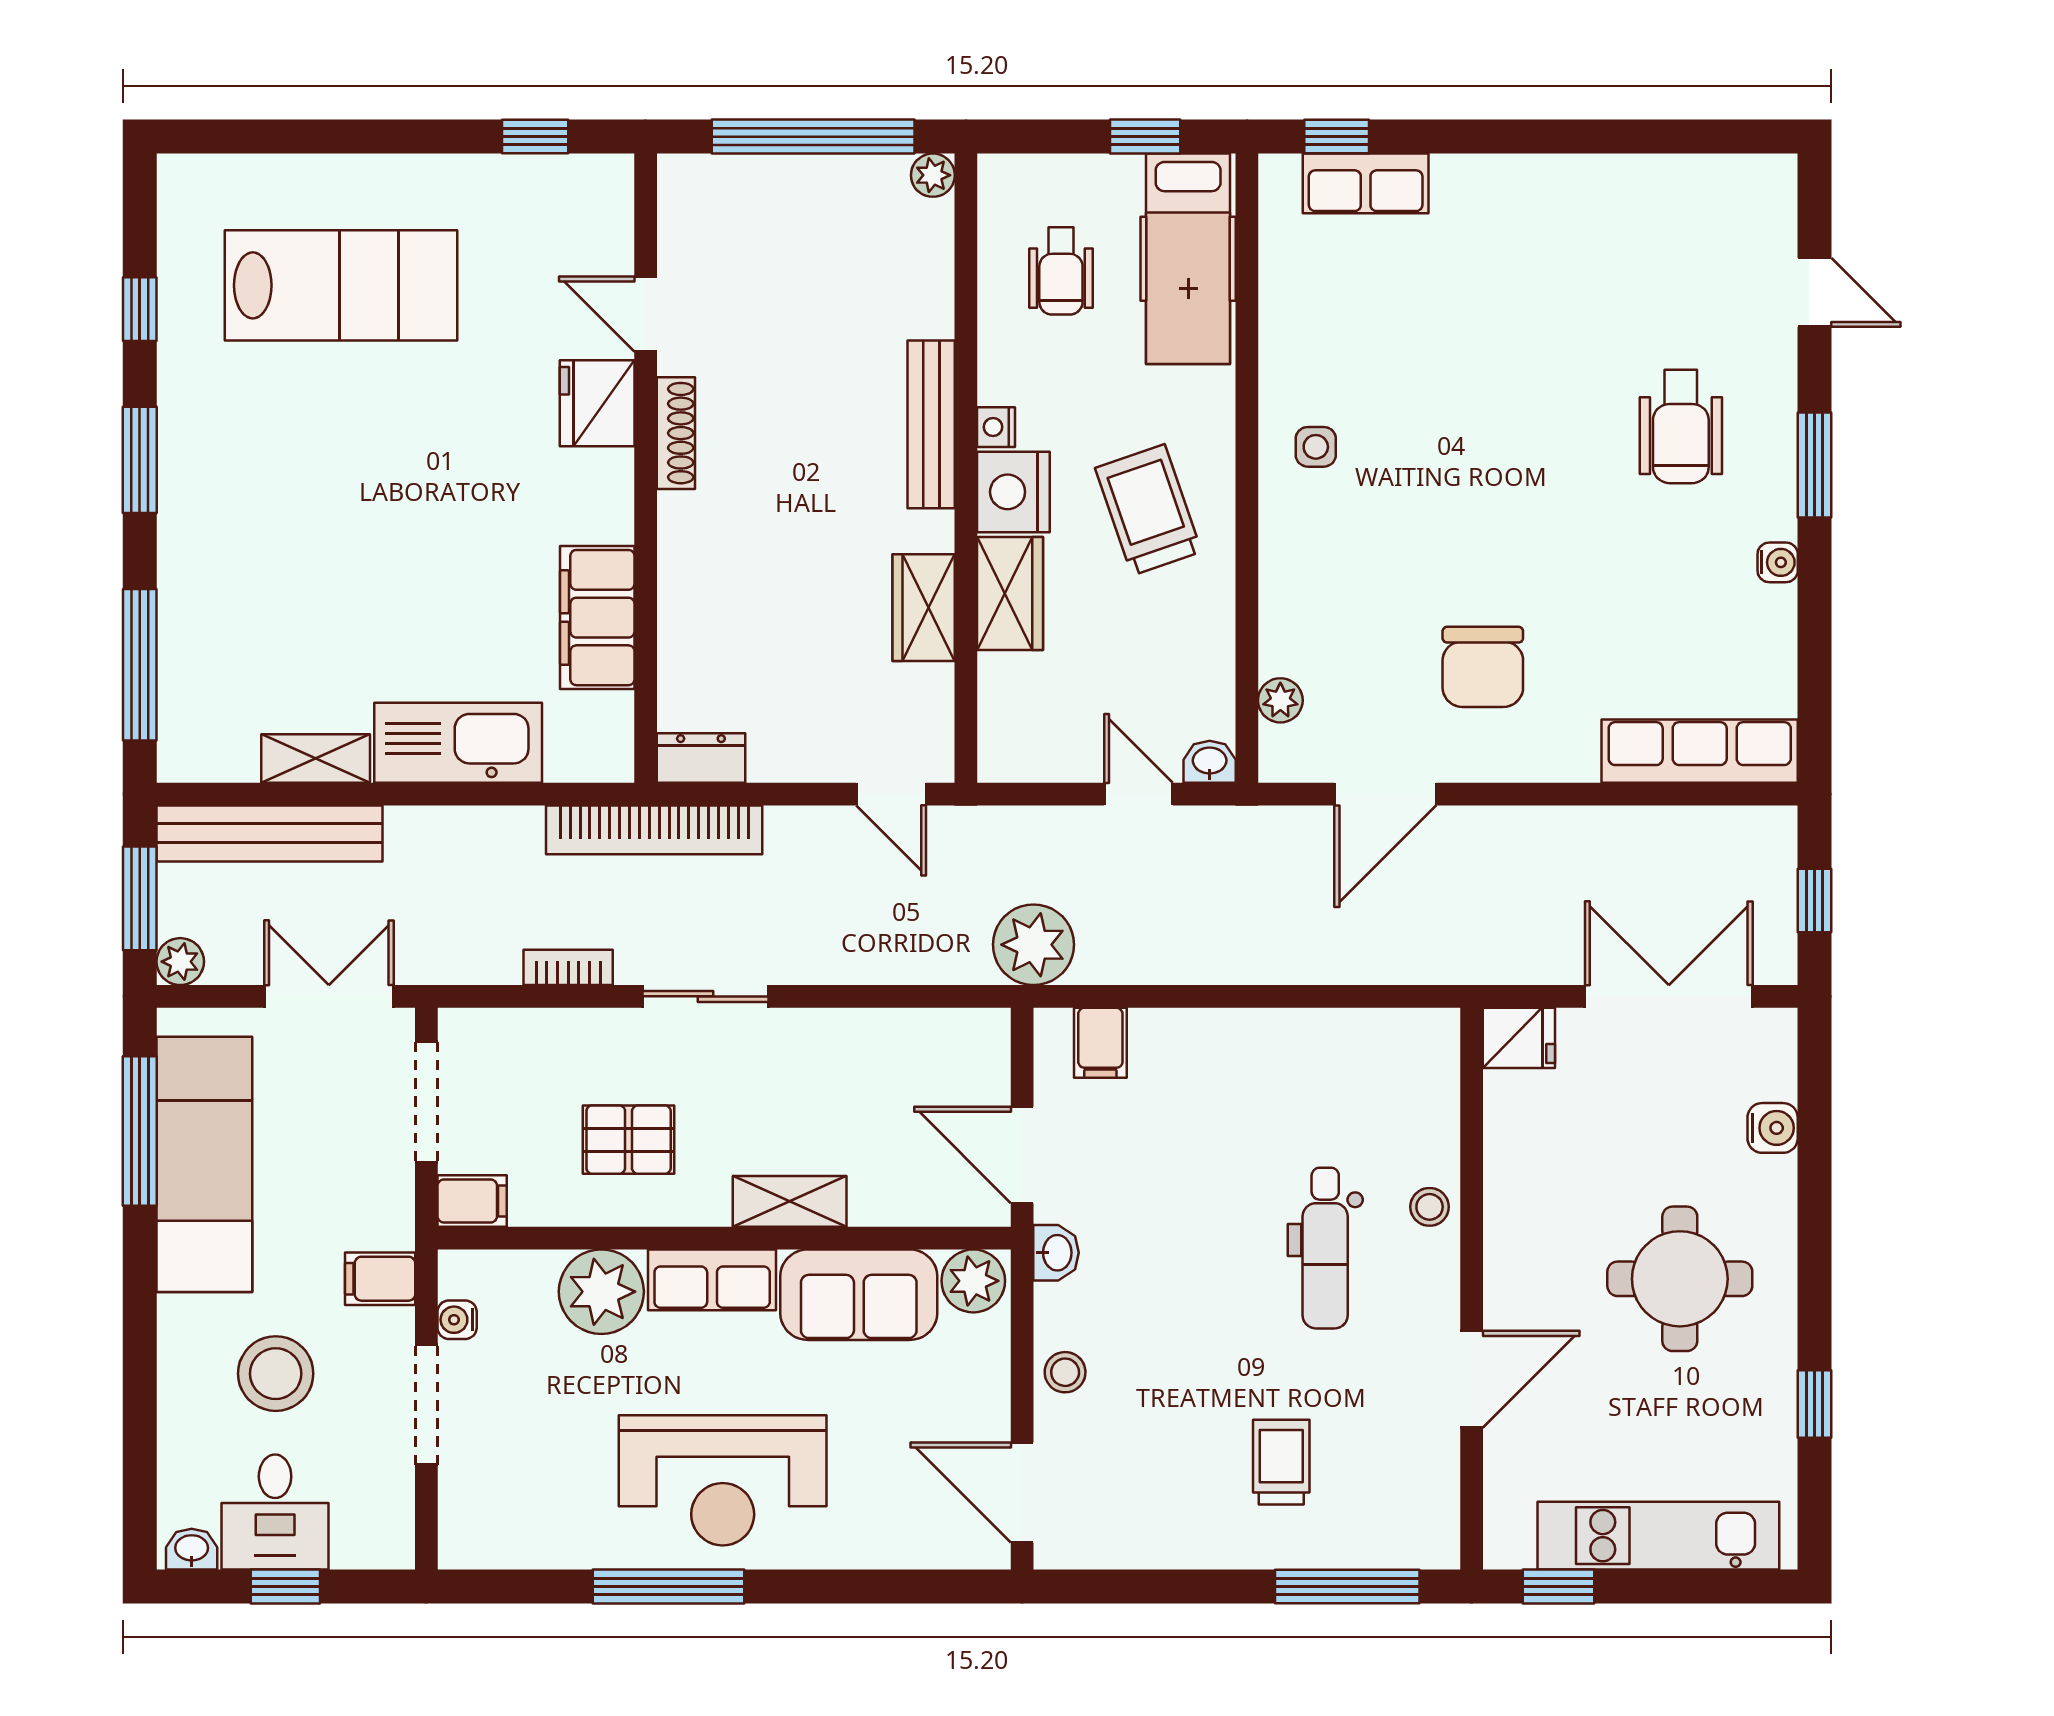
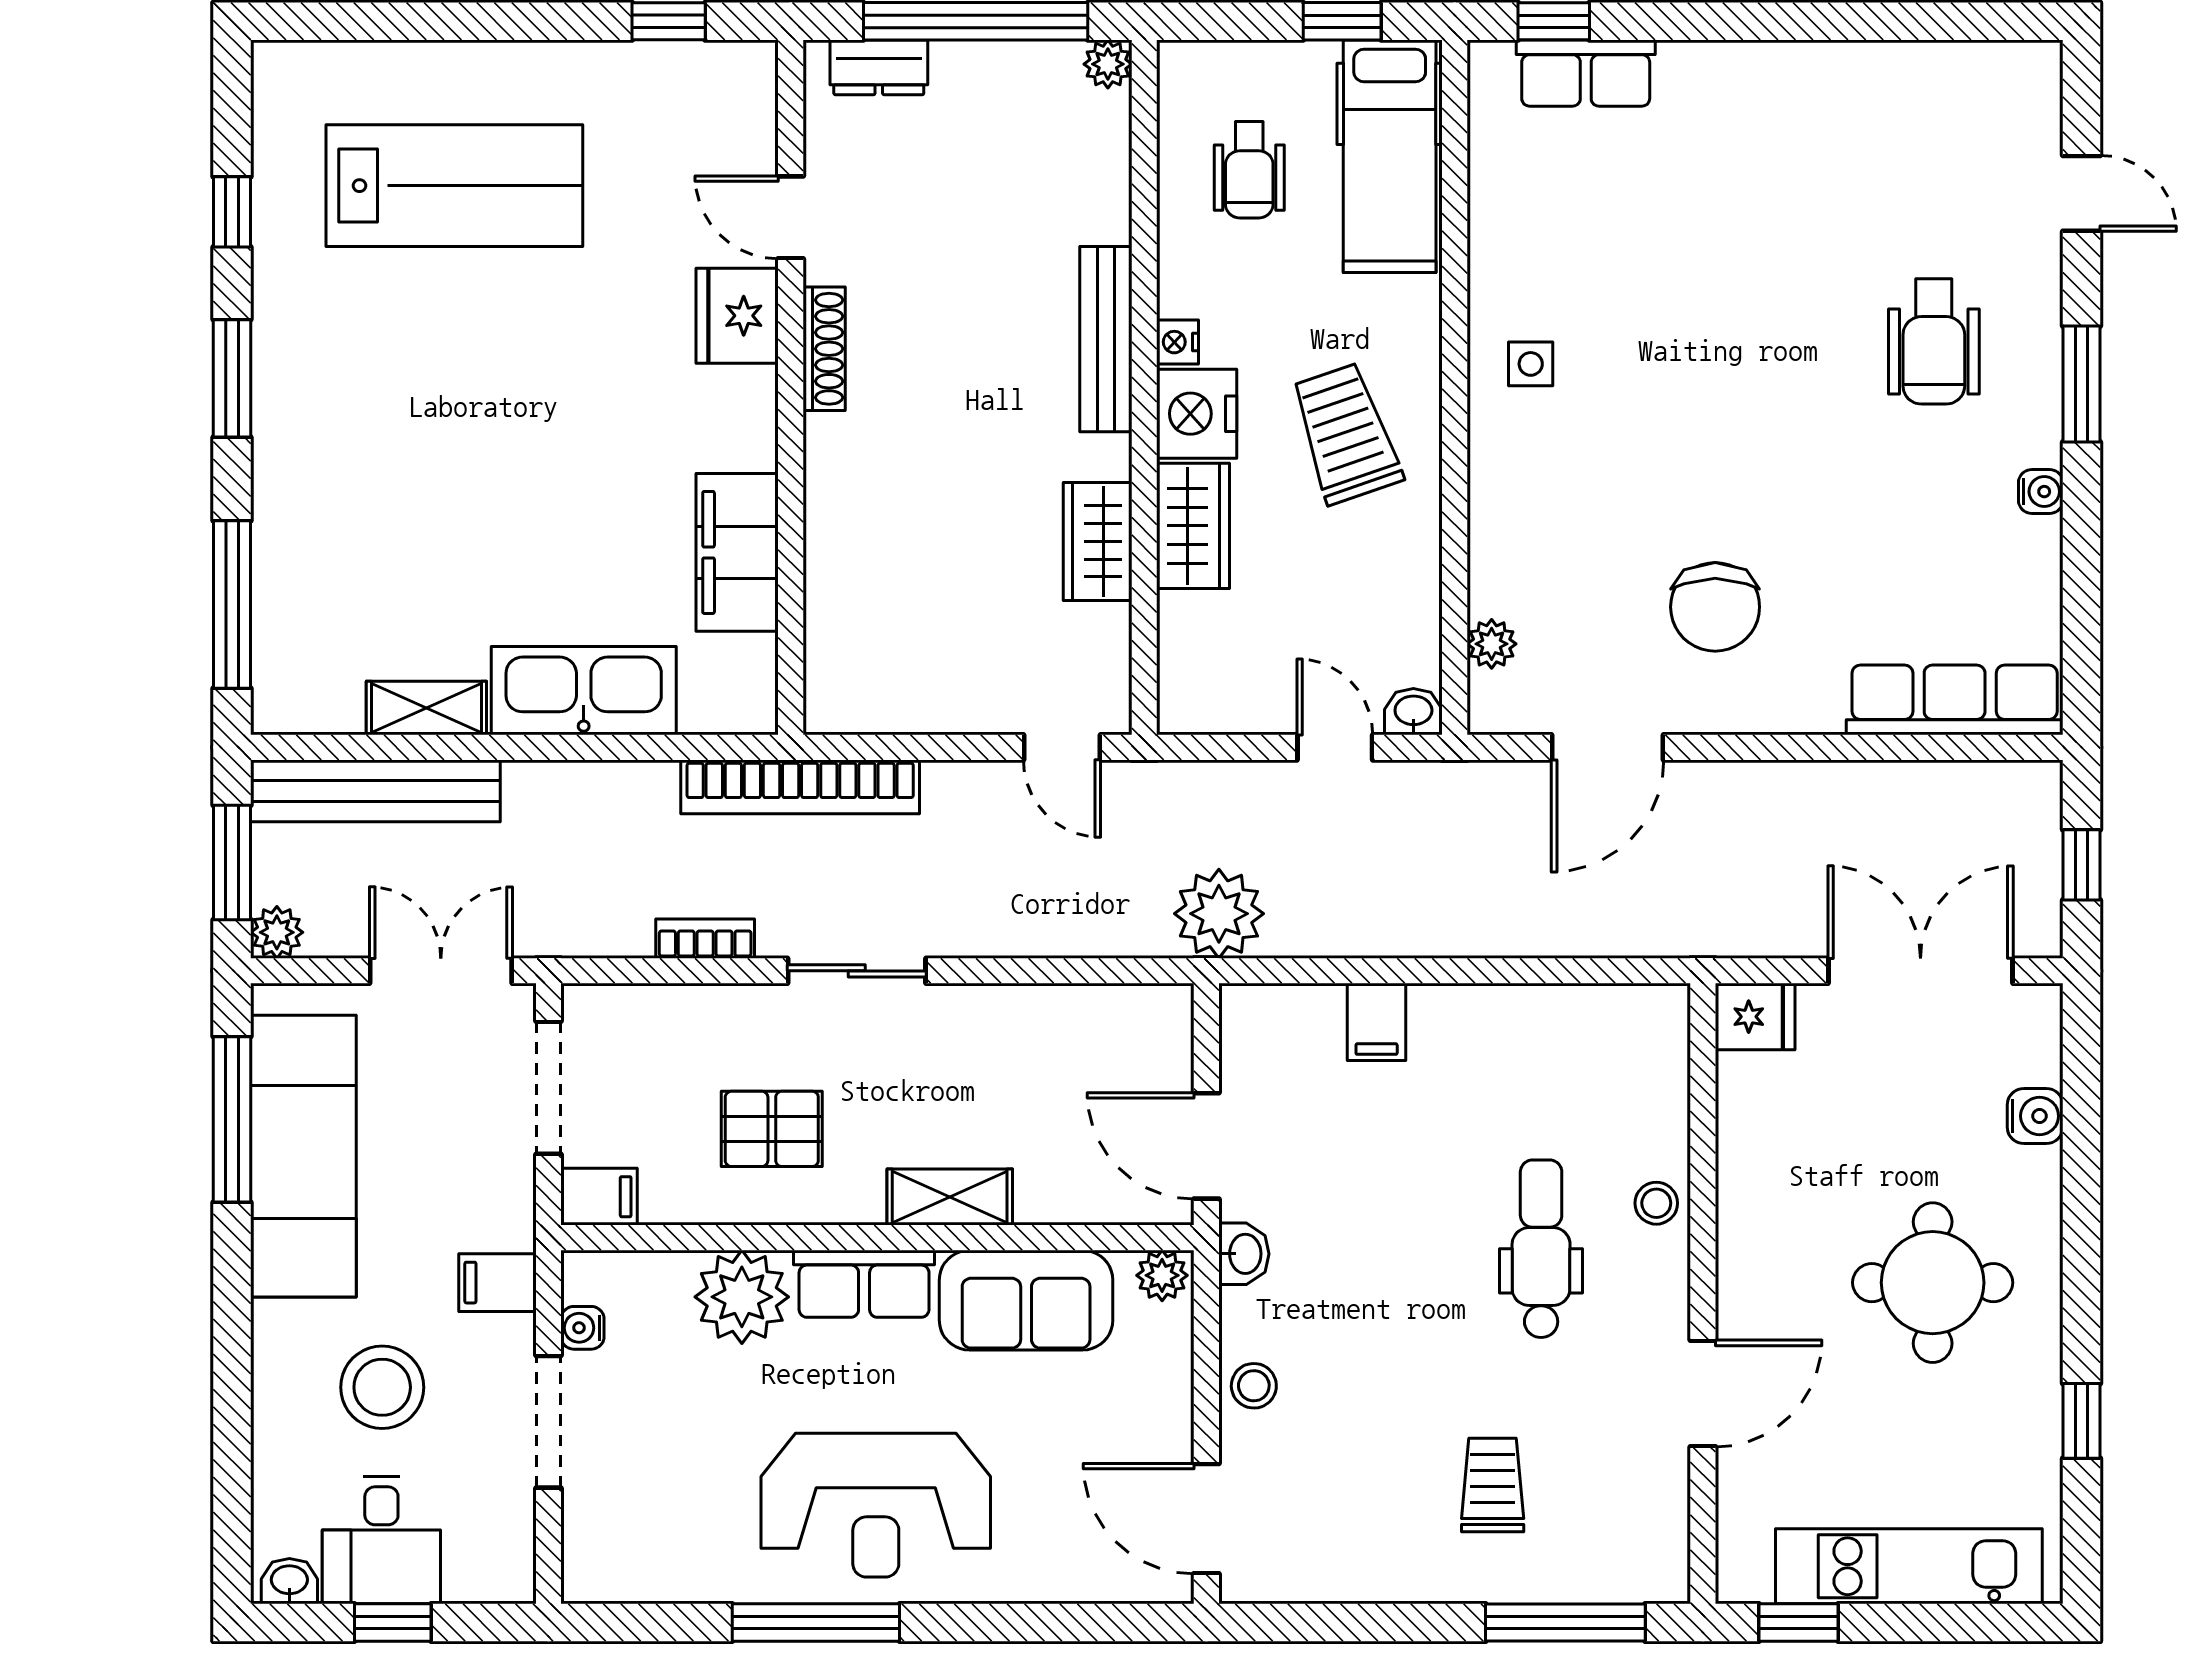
dresser: (701, 758) -> (879, 67), moved, turned 180
filing cabinet: (1100, 1043) -> (1377, 1022), moved
dental chair: (1325, 1248) -> (1541, 1249), turned 180
plant: (973, 1281) -> (1162, 1275), width x0.73, depth x0.73

